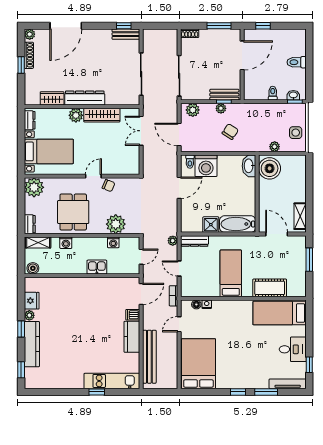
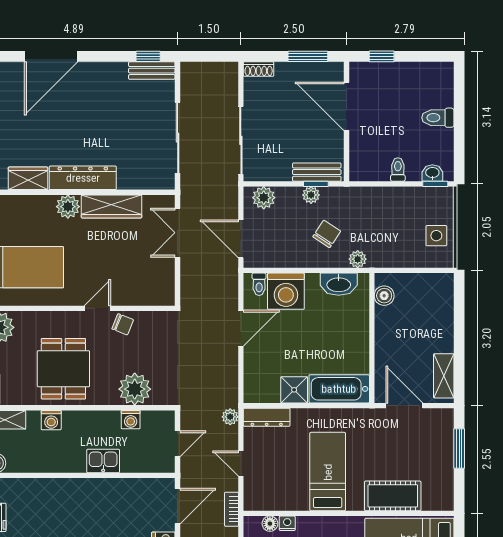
door: (242, 55) -> (346, 106), swing flipped
plant: (275, 147) -> (358, 259), moved
washbasin: (249, 166) -> (339, 284), moved, turned -90
boiler: (270, 168) -> (384, 296), width x0.54, depth x0.54

